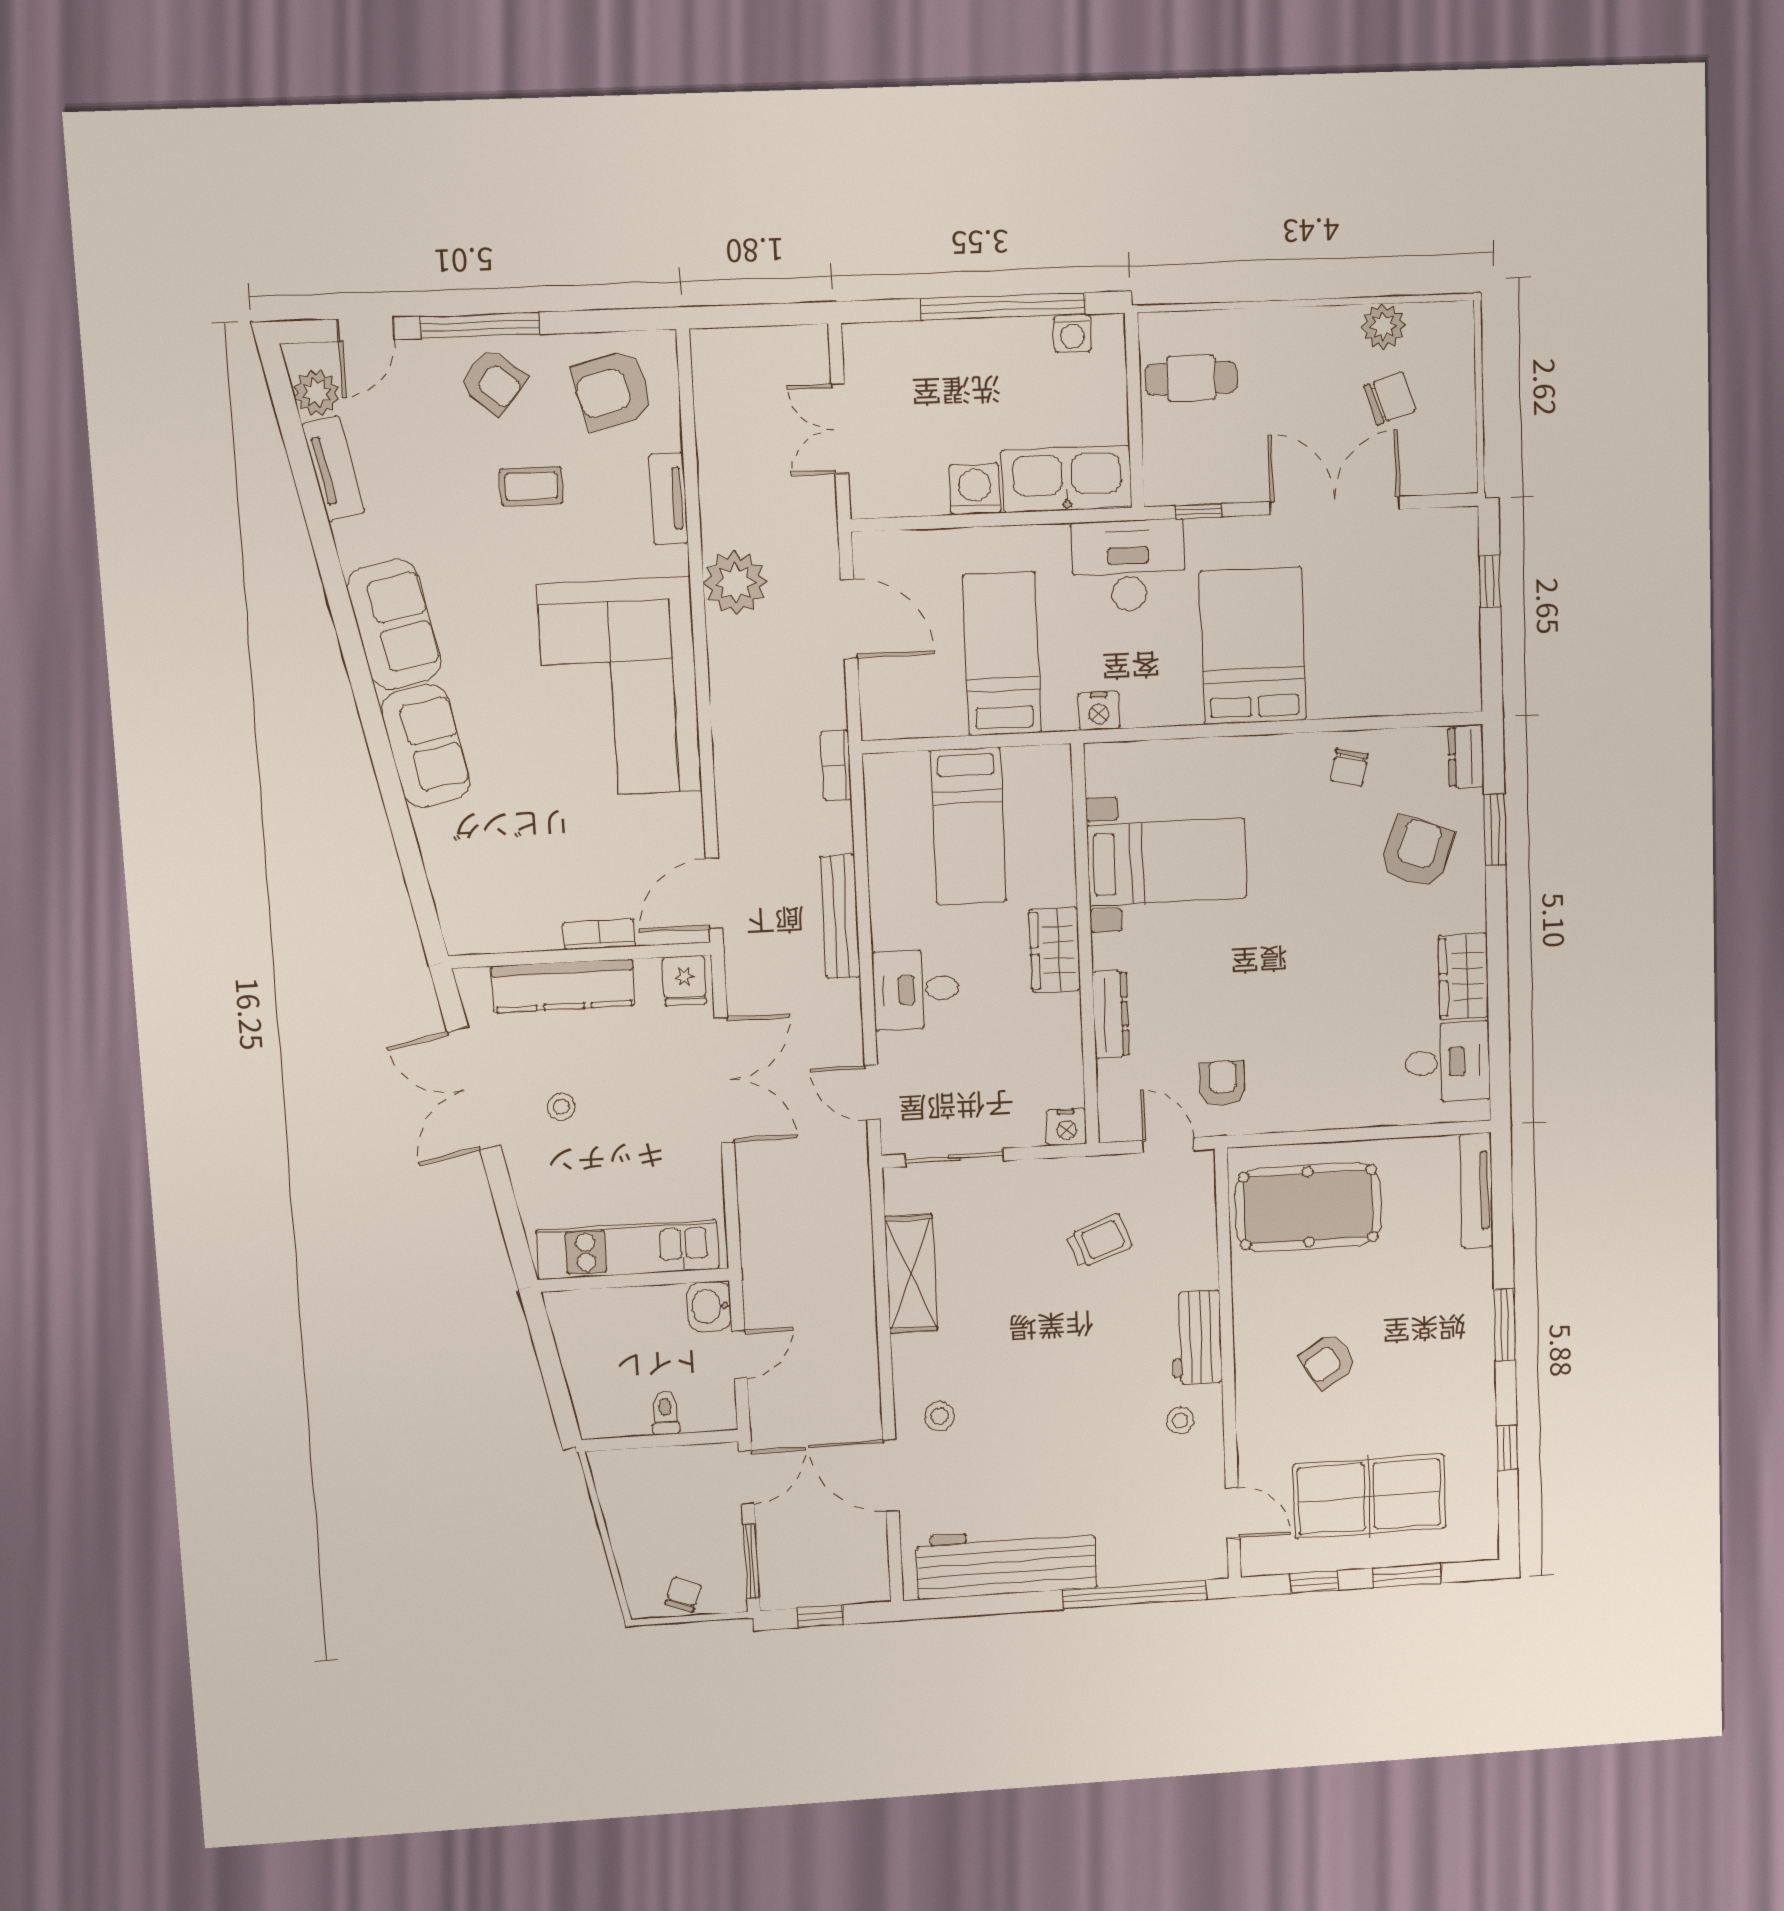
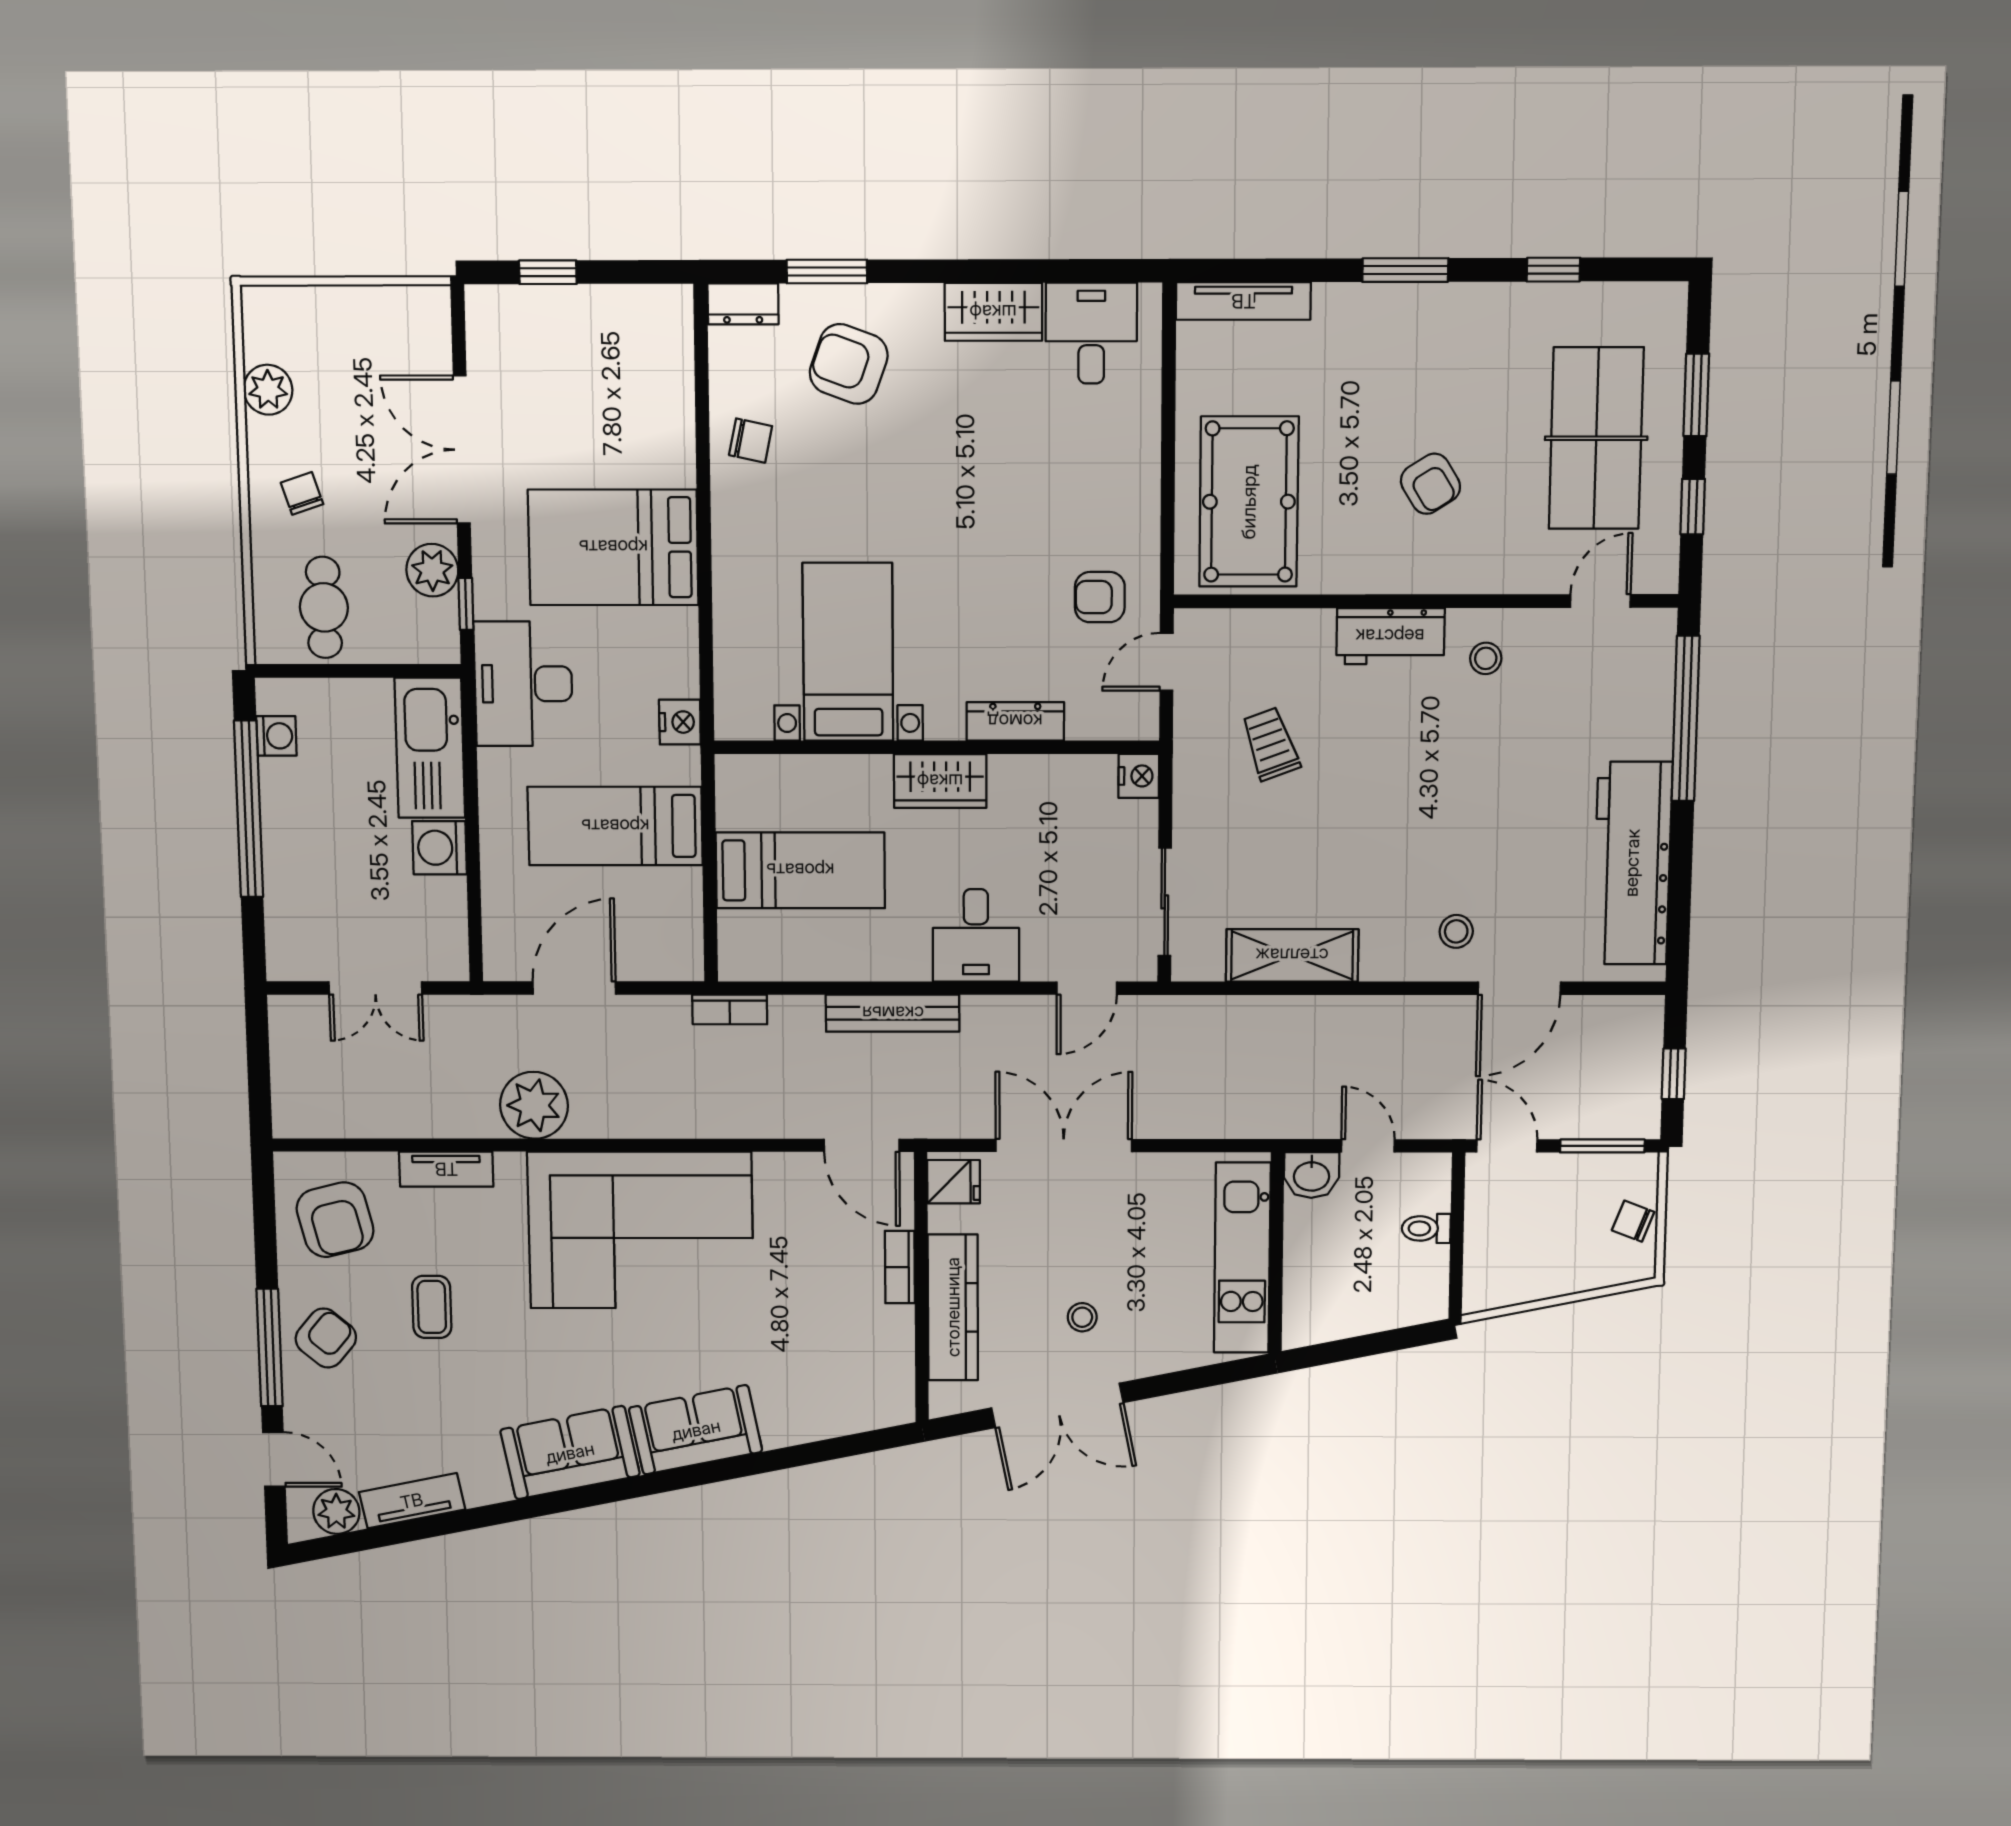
chair: (1390, 398) -> (302, 493), moved, width x0.73, depth x0.73
plant: (1228, 480) -> (432, 570), added

